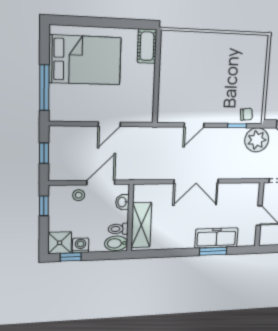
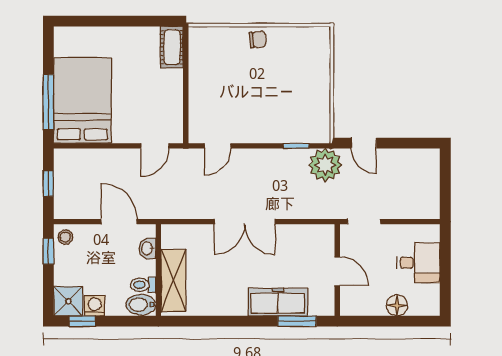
bed: (85, 60) -> (82, 101), moved, turned -90
chair: (246, 114) -> (258, 39), moved
door: (109, 124) -> (155, 146), moved
door: (194, 125) -> (218, 146), moved
door: (101, 182) -> (119, 222), hinge flipped
stool: (79, 195) -> (65, 237), moved
window: (213, 251) -> (297, 321), moved

